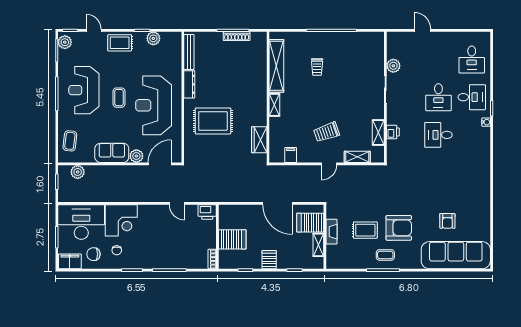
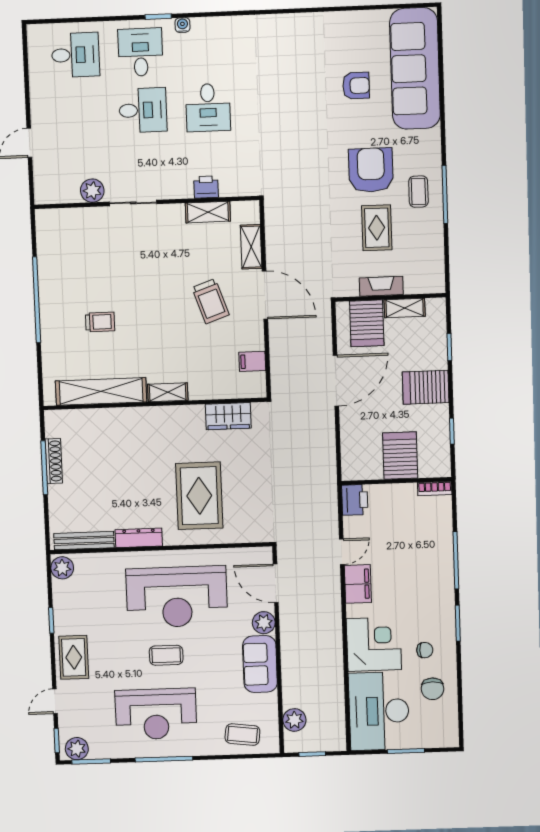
plant: (153, 38) -> (62, 568), moved
door: (329, 164) -> (265, 295), width x1.88
server rack: (269, 260) -> (426, 387), width x1.36, depth x1.44
filing cabinet: (70, 261) -> (358, 584), moved, turned 180

